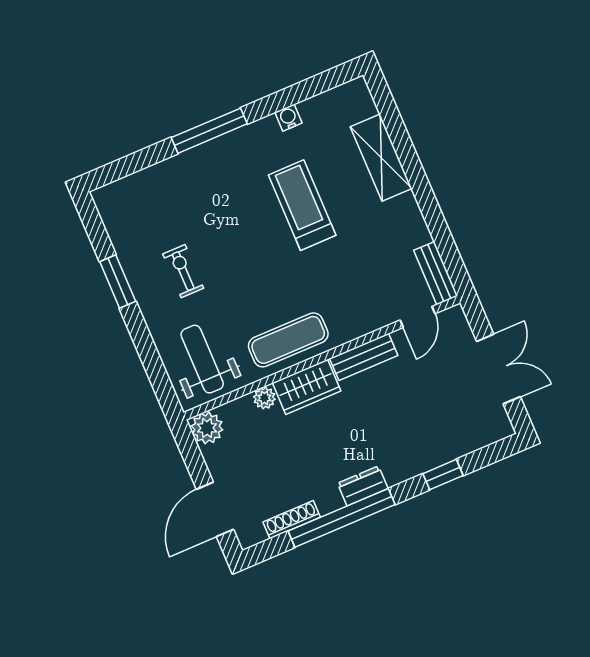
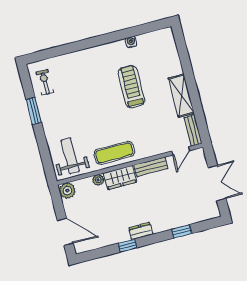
window: (209, 131) -> (91, 43), removed
shelving: (381, 158) -> (181, 96), moved
exercise bike: (183, 271) -> (45, 82), moved
door: (215, 509) -> (65, 232), swing flipped
window: (342, 518) -> (128, 245), width x0.32
shoe rack: (292, 520) -> (103, 243), removed

